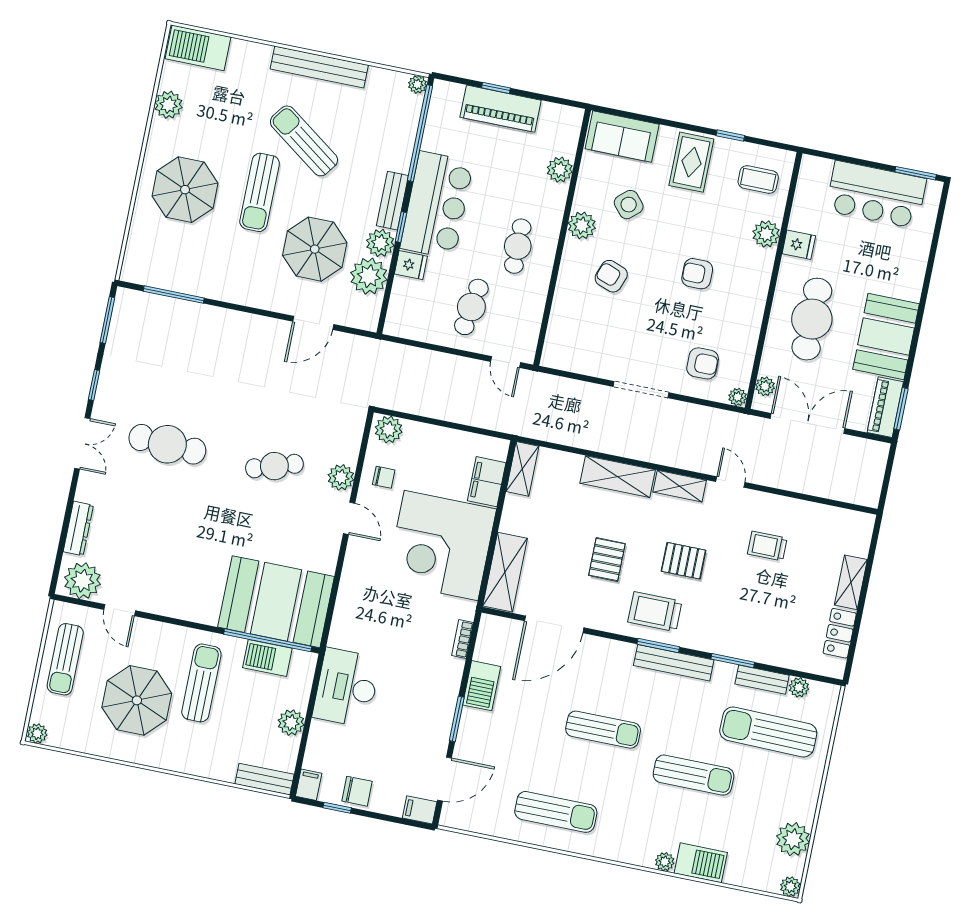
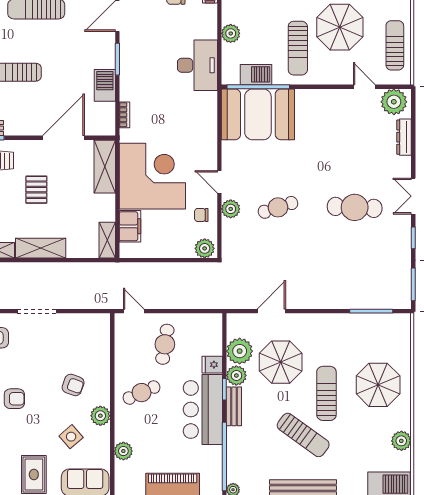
cafe table: (518, 246) -> (142, 393), turned 66

